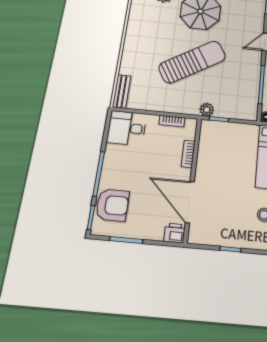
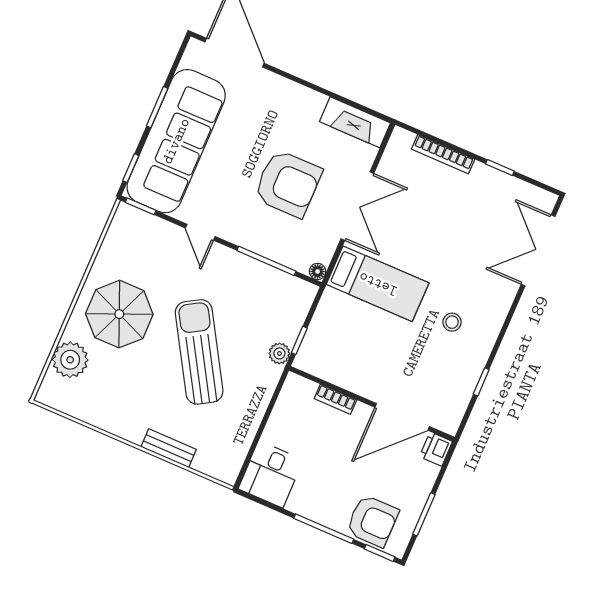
bench: (122, 91) -> (169, 448), moved
bookcase: (172, 121) -> (281, 408), removed
armchair: (112, 205) -> (372, 521), turned 90

